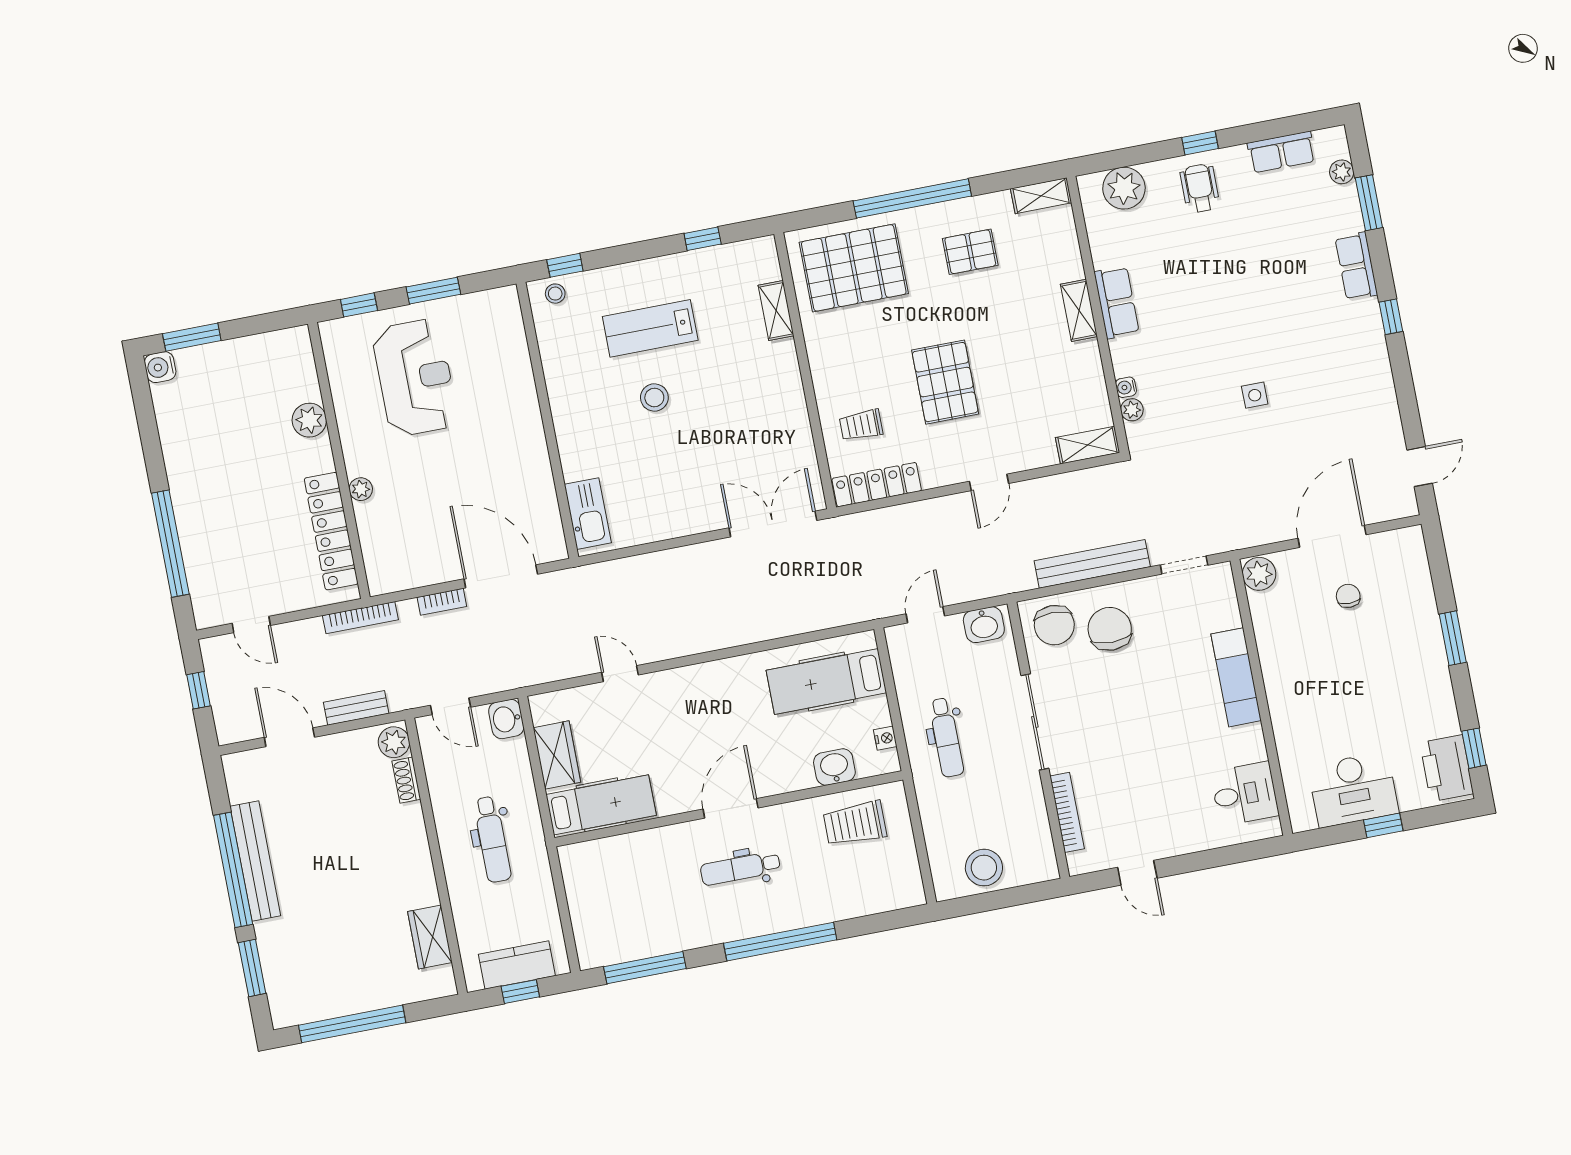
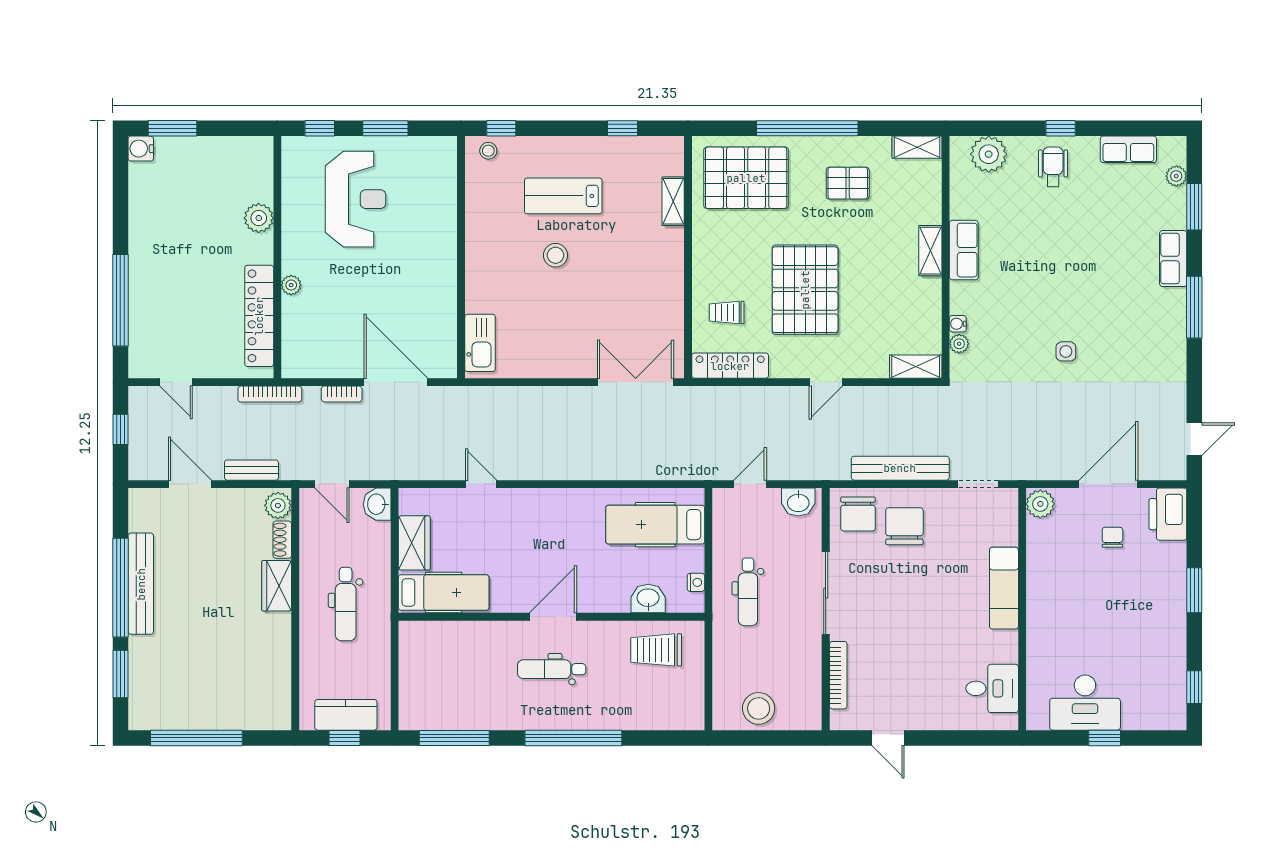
window: (1391, 317) -> (1194, 307), width x2.17
pallet: (945, 382) -> (805, 290), width x1.37, depth x1.41
printer: (1447, 768) -> (1168, 514), moved
wardrobe: (430, 937) -> (277, 586), moved

